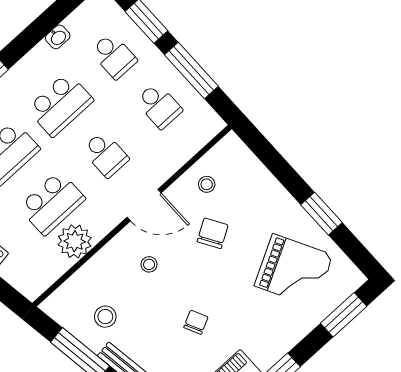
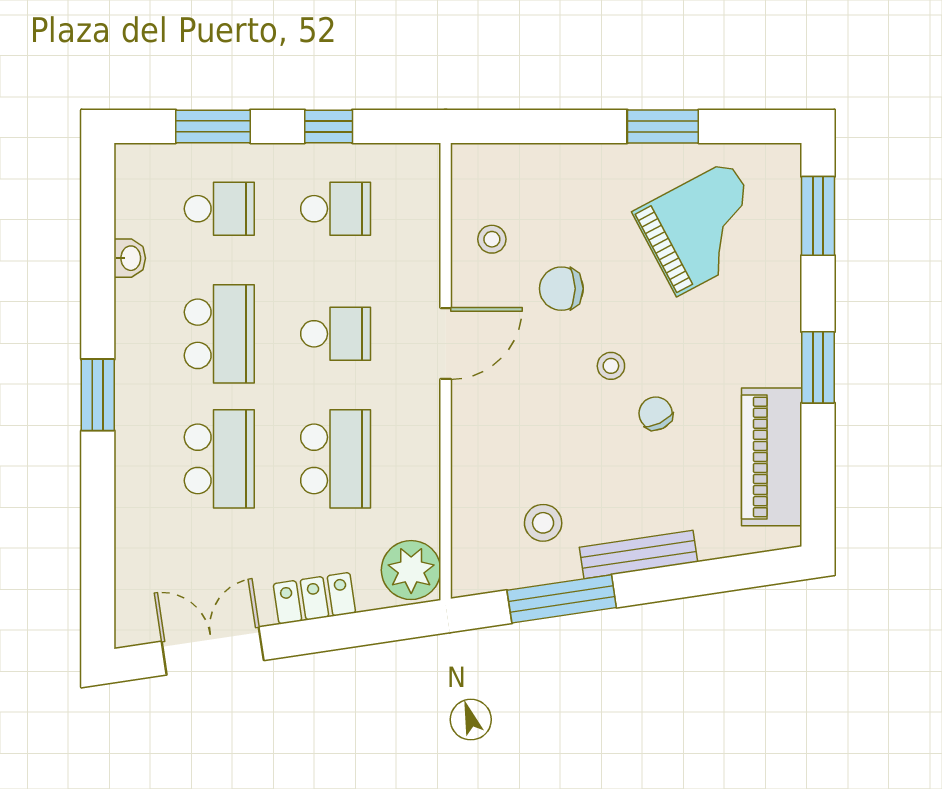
window: (191, 71) -> (329, 126), width x0.46
chair: (213, 233) -> (561, 289), turned -59
plant: (75, 241) -> (411, 570), moved
stool: (149, 264) -> (611, 366), moved

